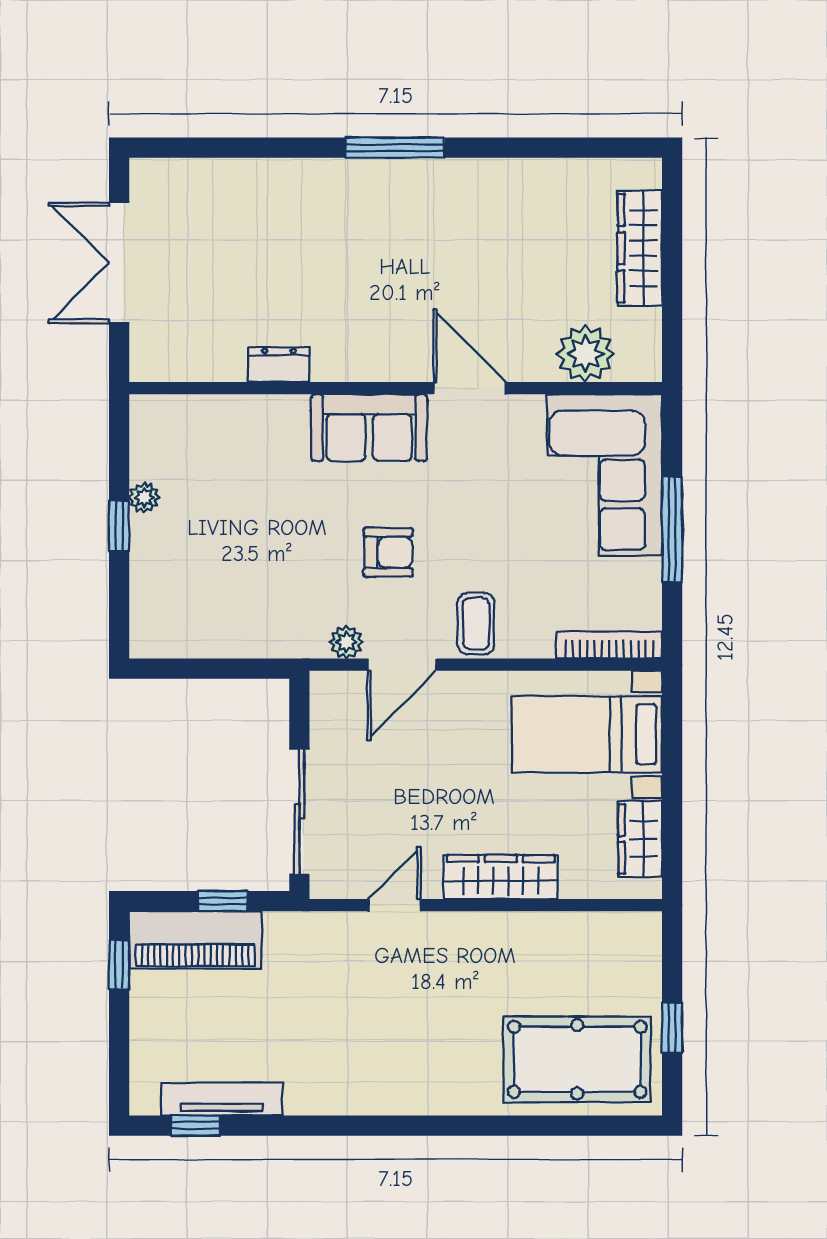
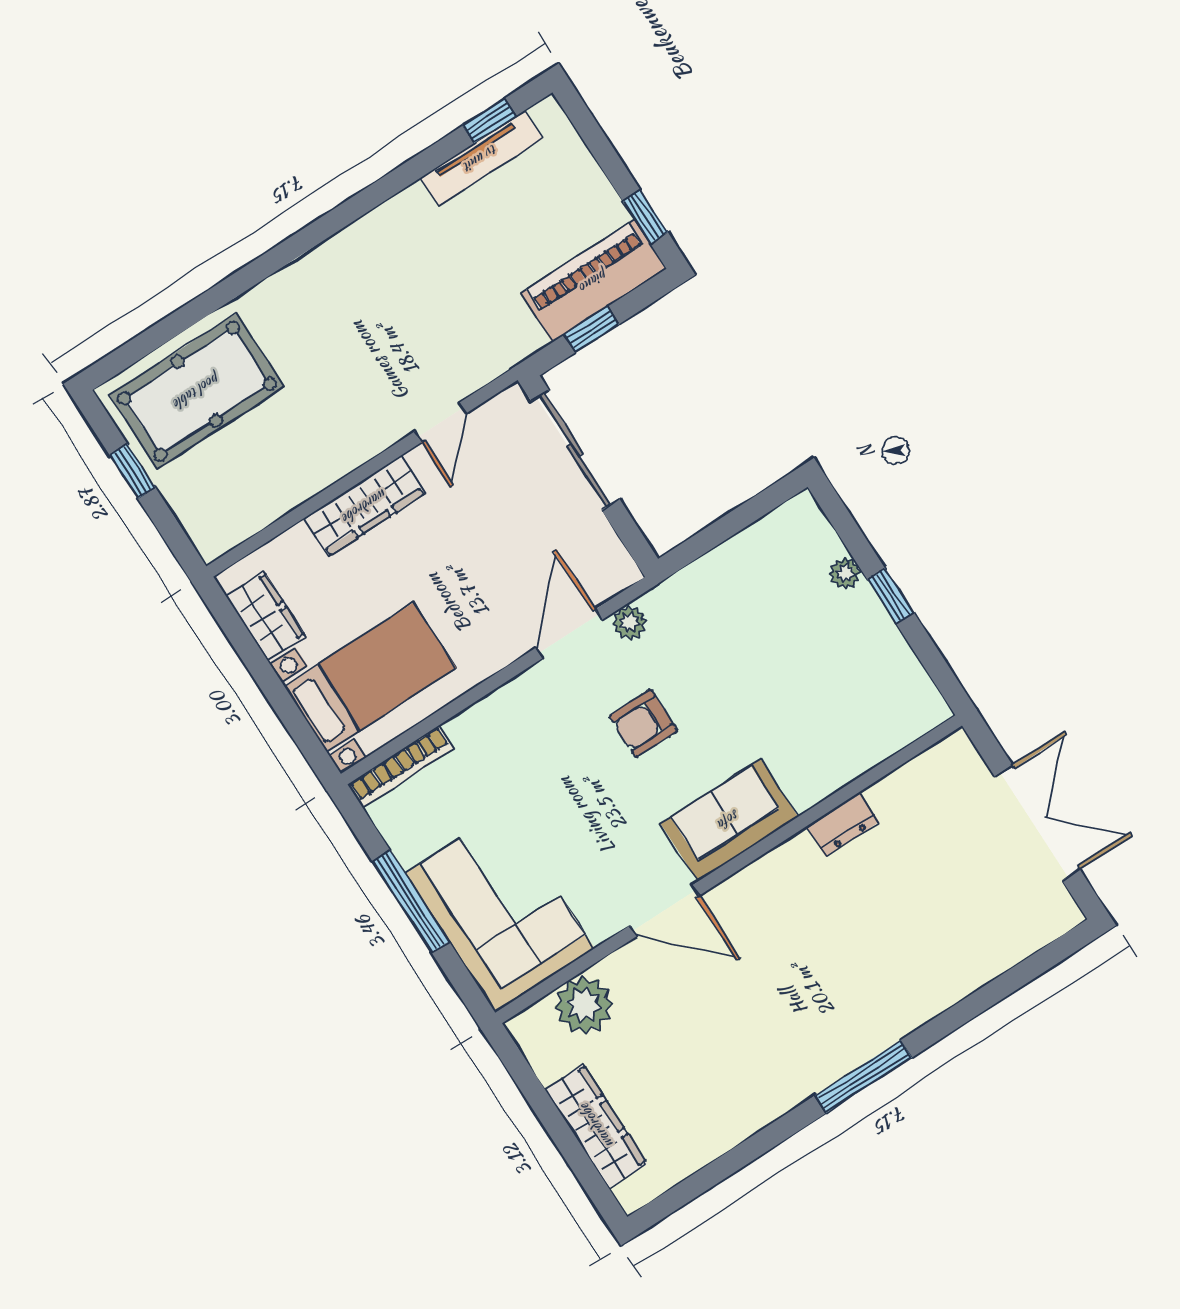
plant: (144, 498) -> (845, 573), moved
coffee table: (476, 624) -> (528, 711), removed

